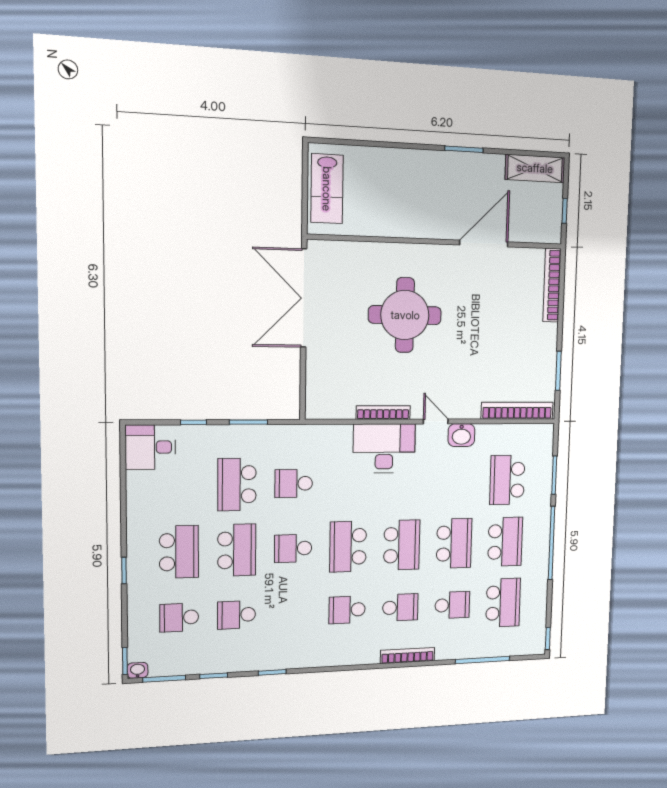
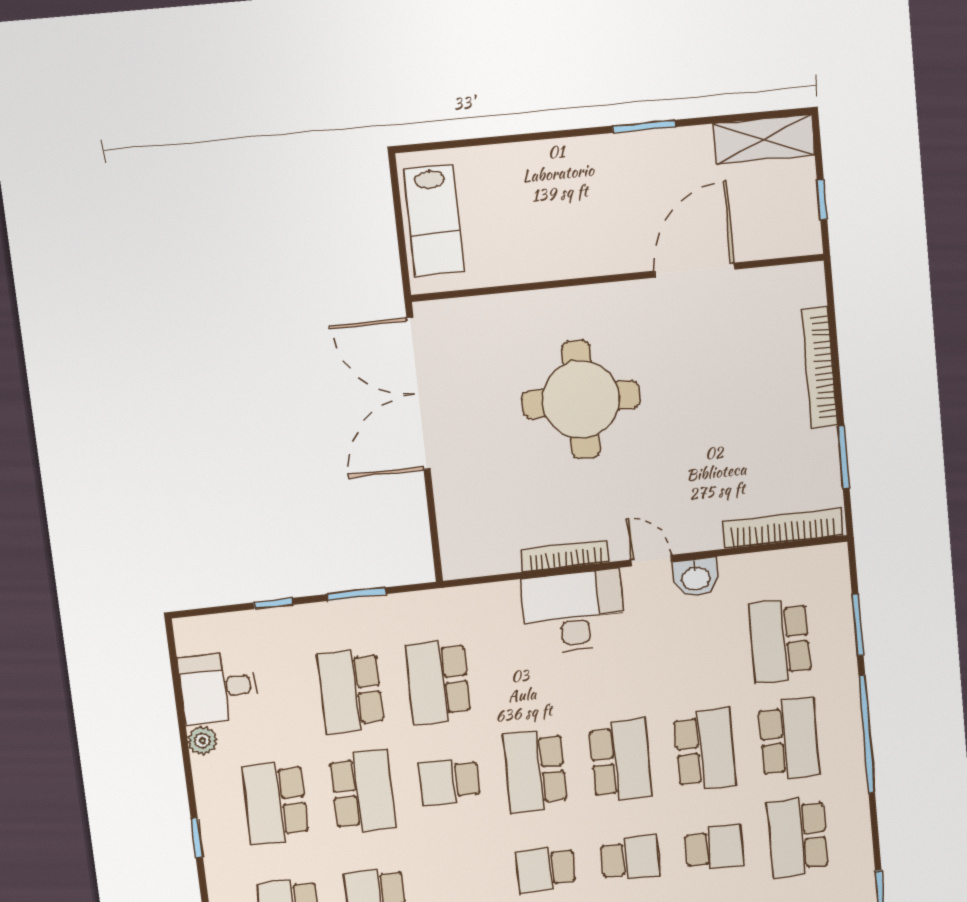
bookcase: (552, 285) -> (820, 368), moved
desk: (150, 447) -> (218, 687), moved
school desk: (294, 483) -> (438, 681), width x1.85
plant: (136, 507) -> (202, 741), added
school desk: (179, 552) -> (275, 803), turned 180
school desk: (503, 603) -> (798, 837), turned 180

